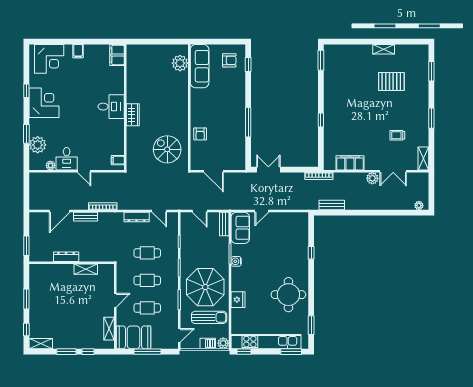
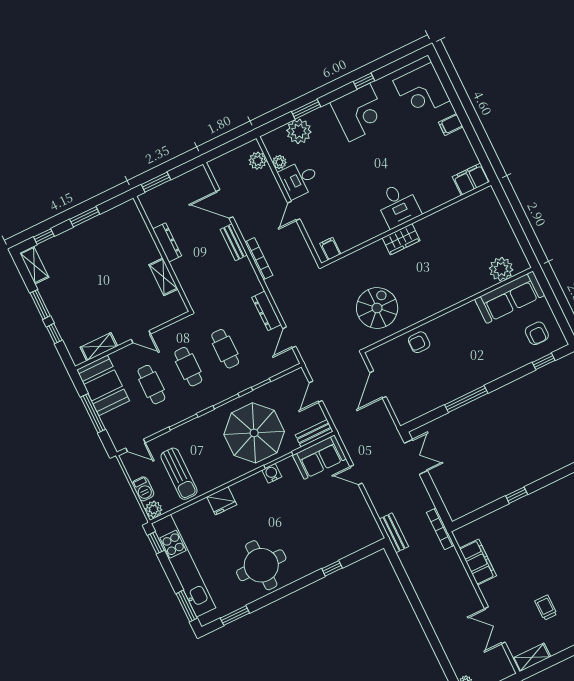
plant: (372, 178) -> (258, 161), moved
bench: (332, 205) -> (394, 533), moved
parasol: (205, 287) -> (254, 433), moved

